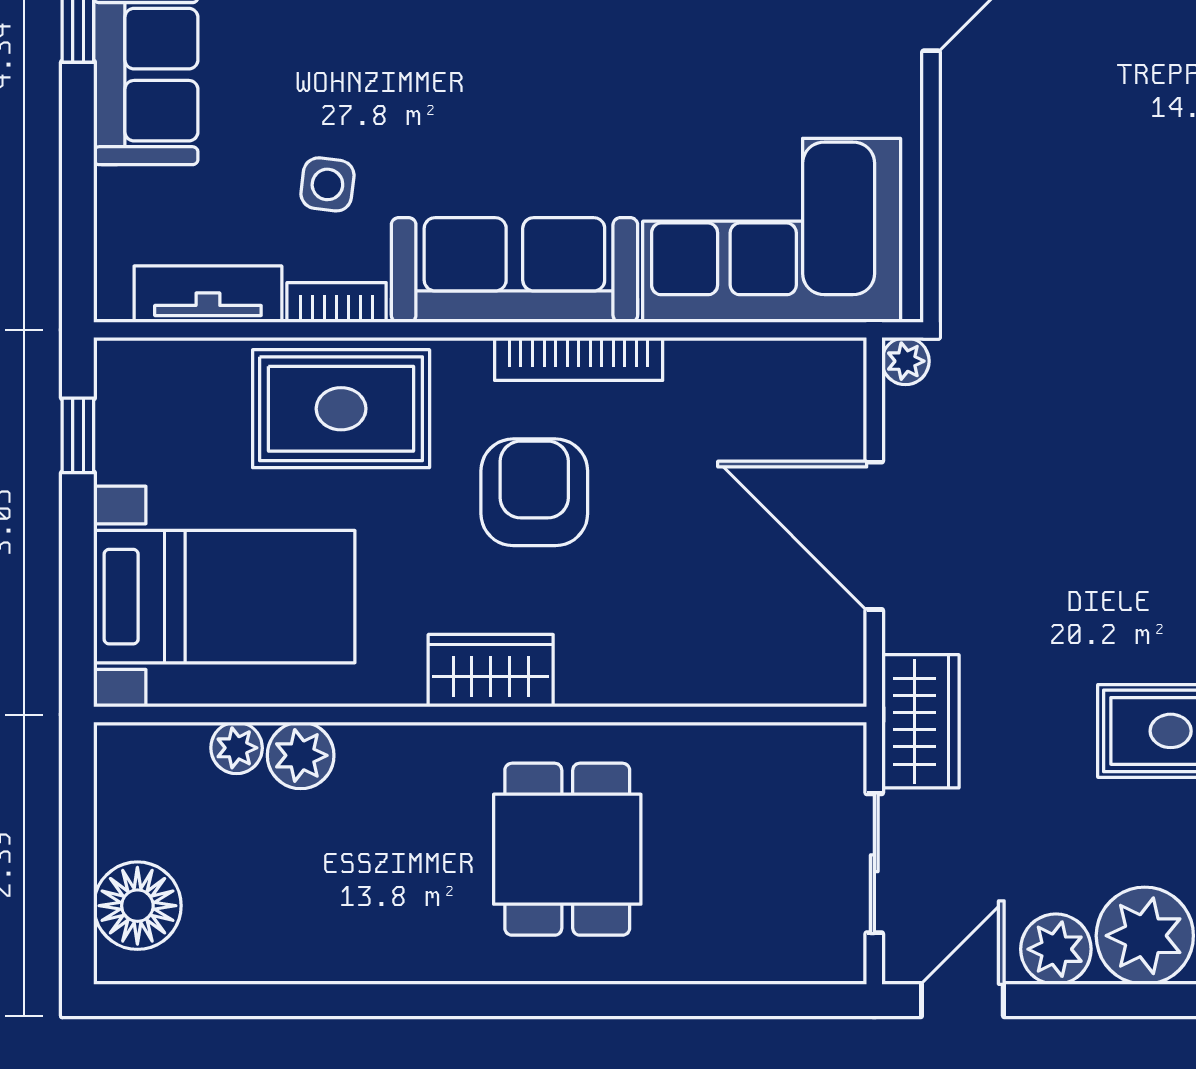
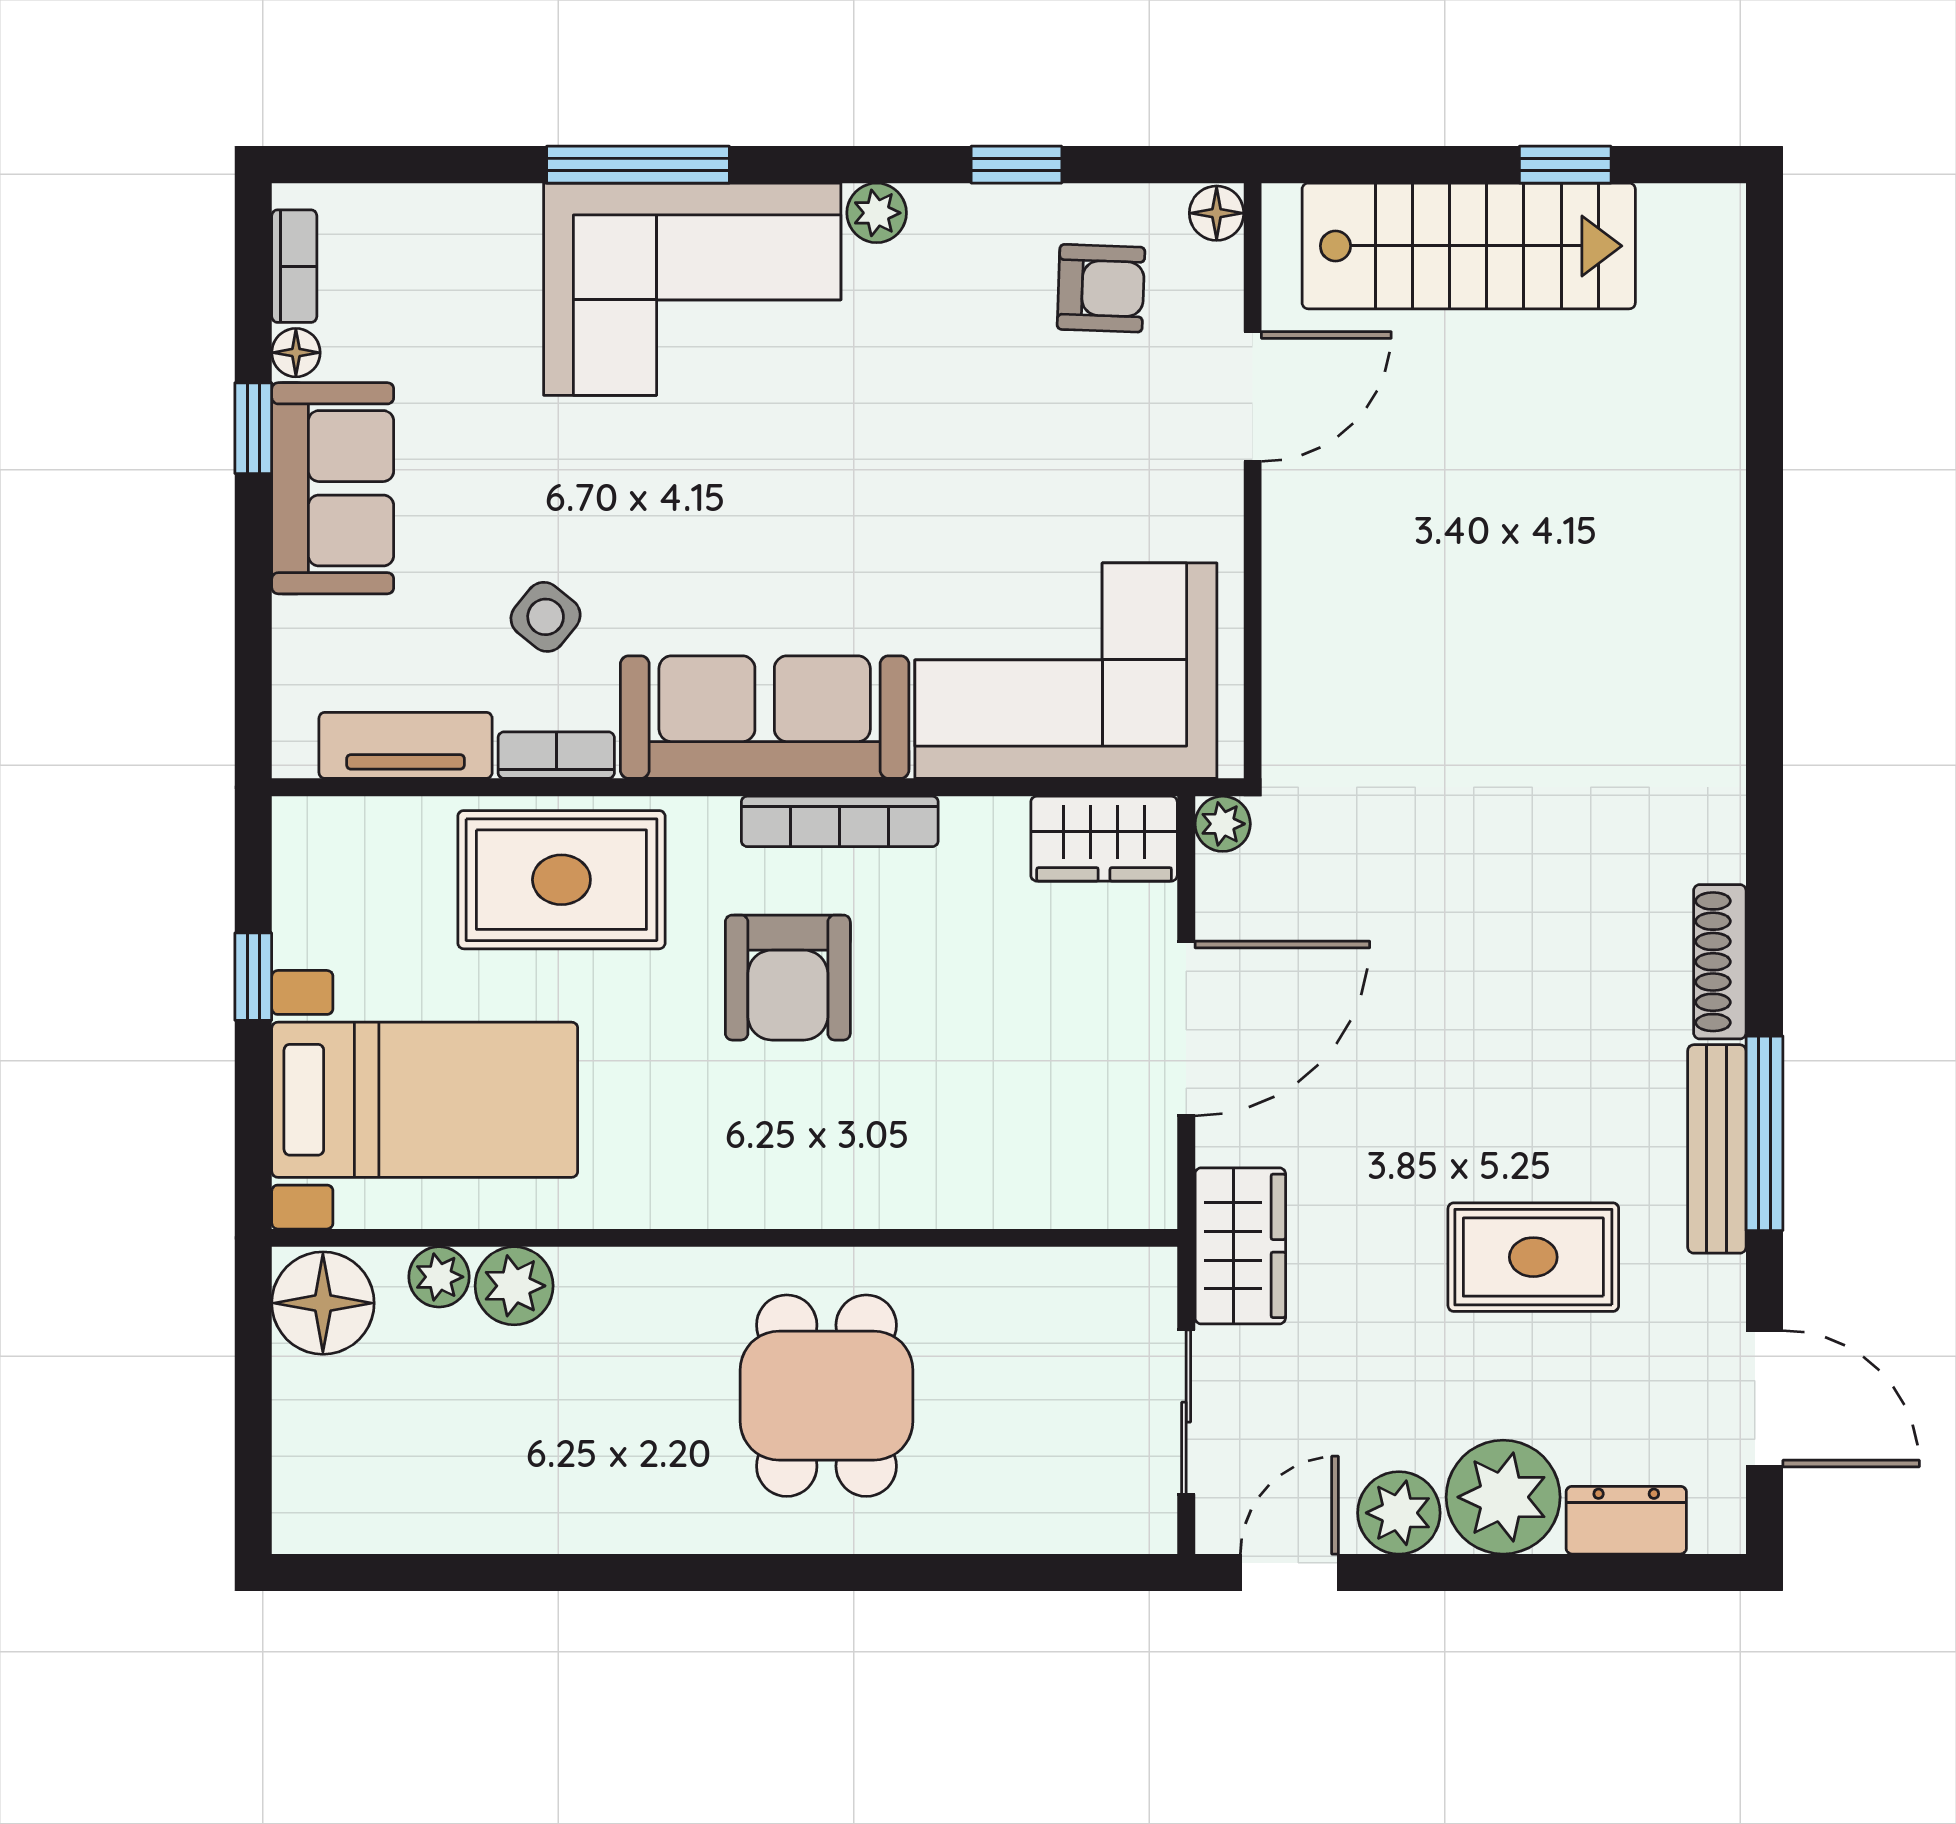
side table: (327, 184) -> (546, 617), turned 32
window: (78, 435) -> (253, 977), moved
armchair: (534, 492) -> (788, 978), turned 180
door: (874, 536) -> (1186, 1028), swing flipped
wardrobe: (491, 671) -> (1104, 839), moved, turned 180
floor lamp: (137, 906) -> (323, 1303), moved

